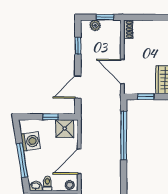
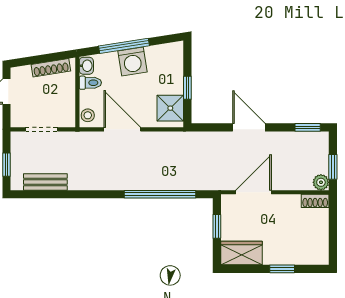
plant: (95, 25) -> (321, 182), moved
window: (78, 46) -> (308, 127), moved
door: (78, 87) -> (249, 127), moved
washing machine: (31, 141) -> (132, 61), moved

